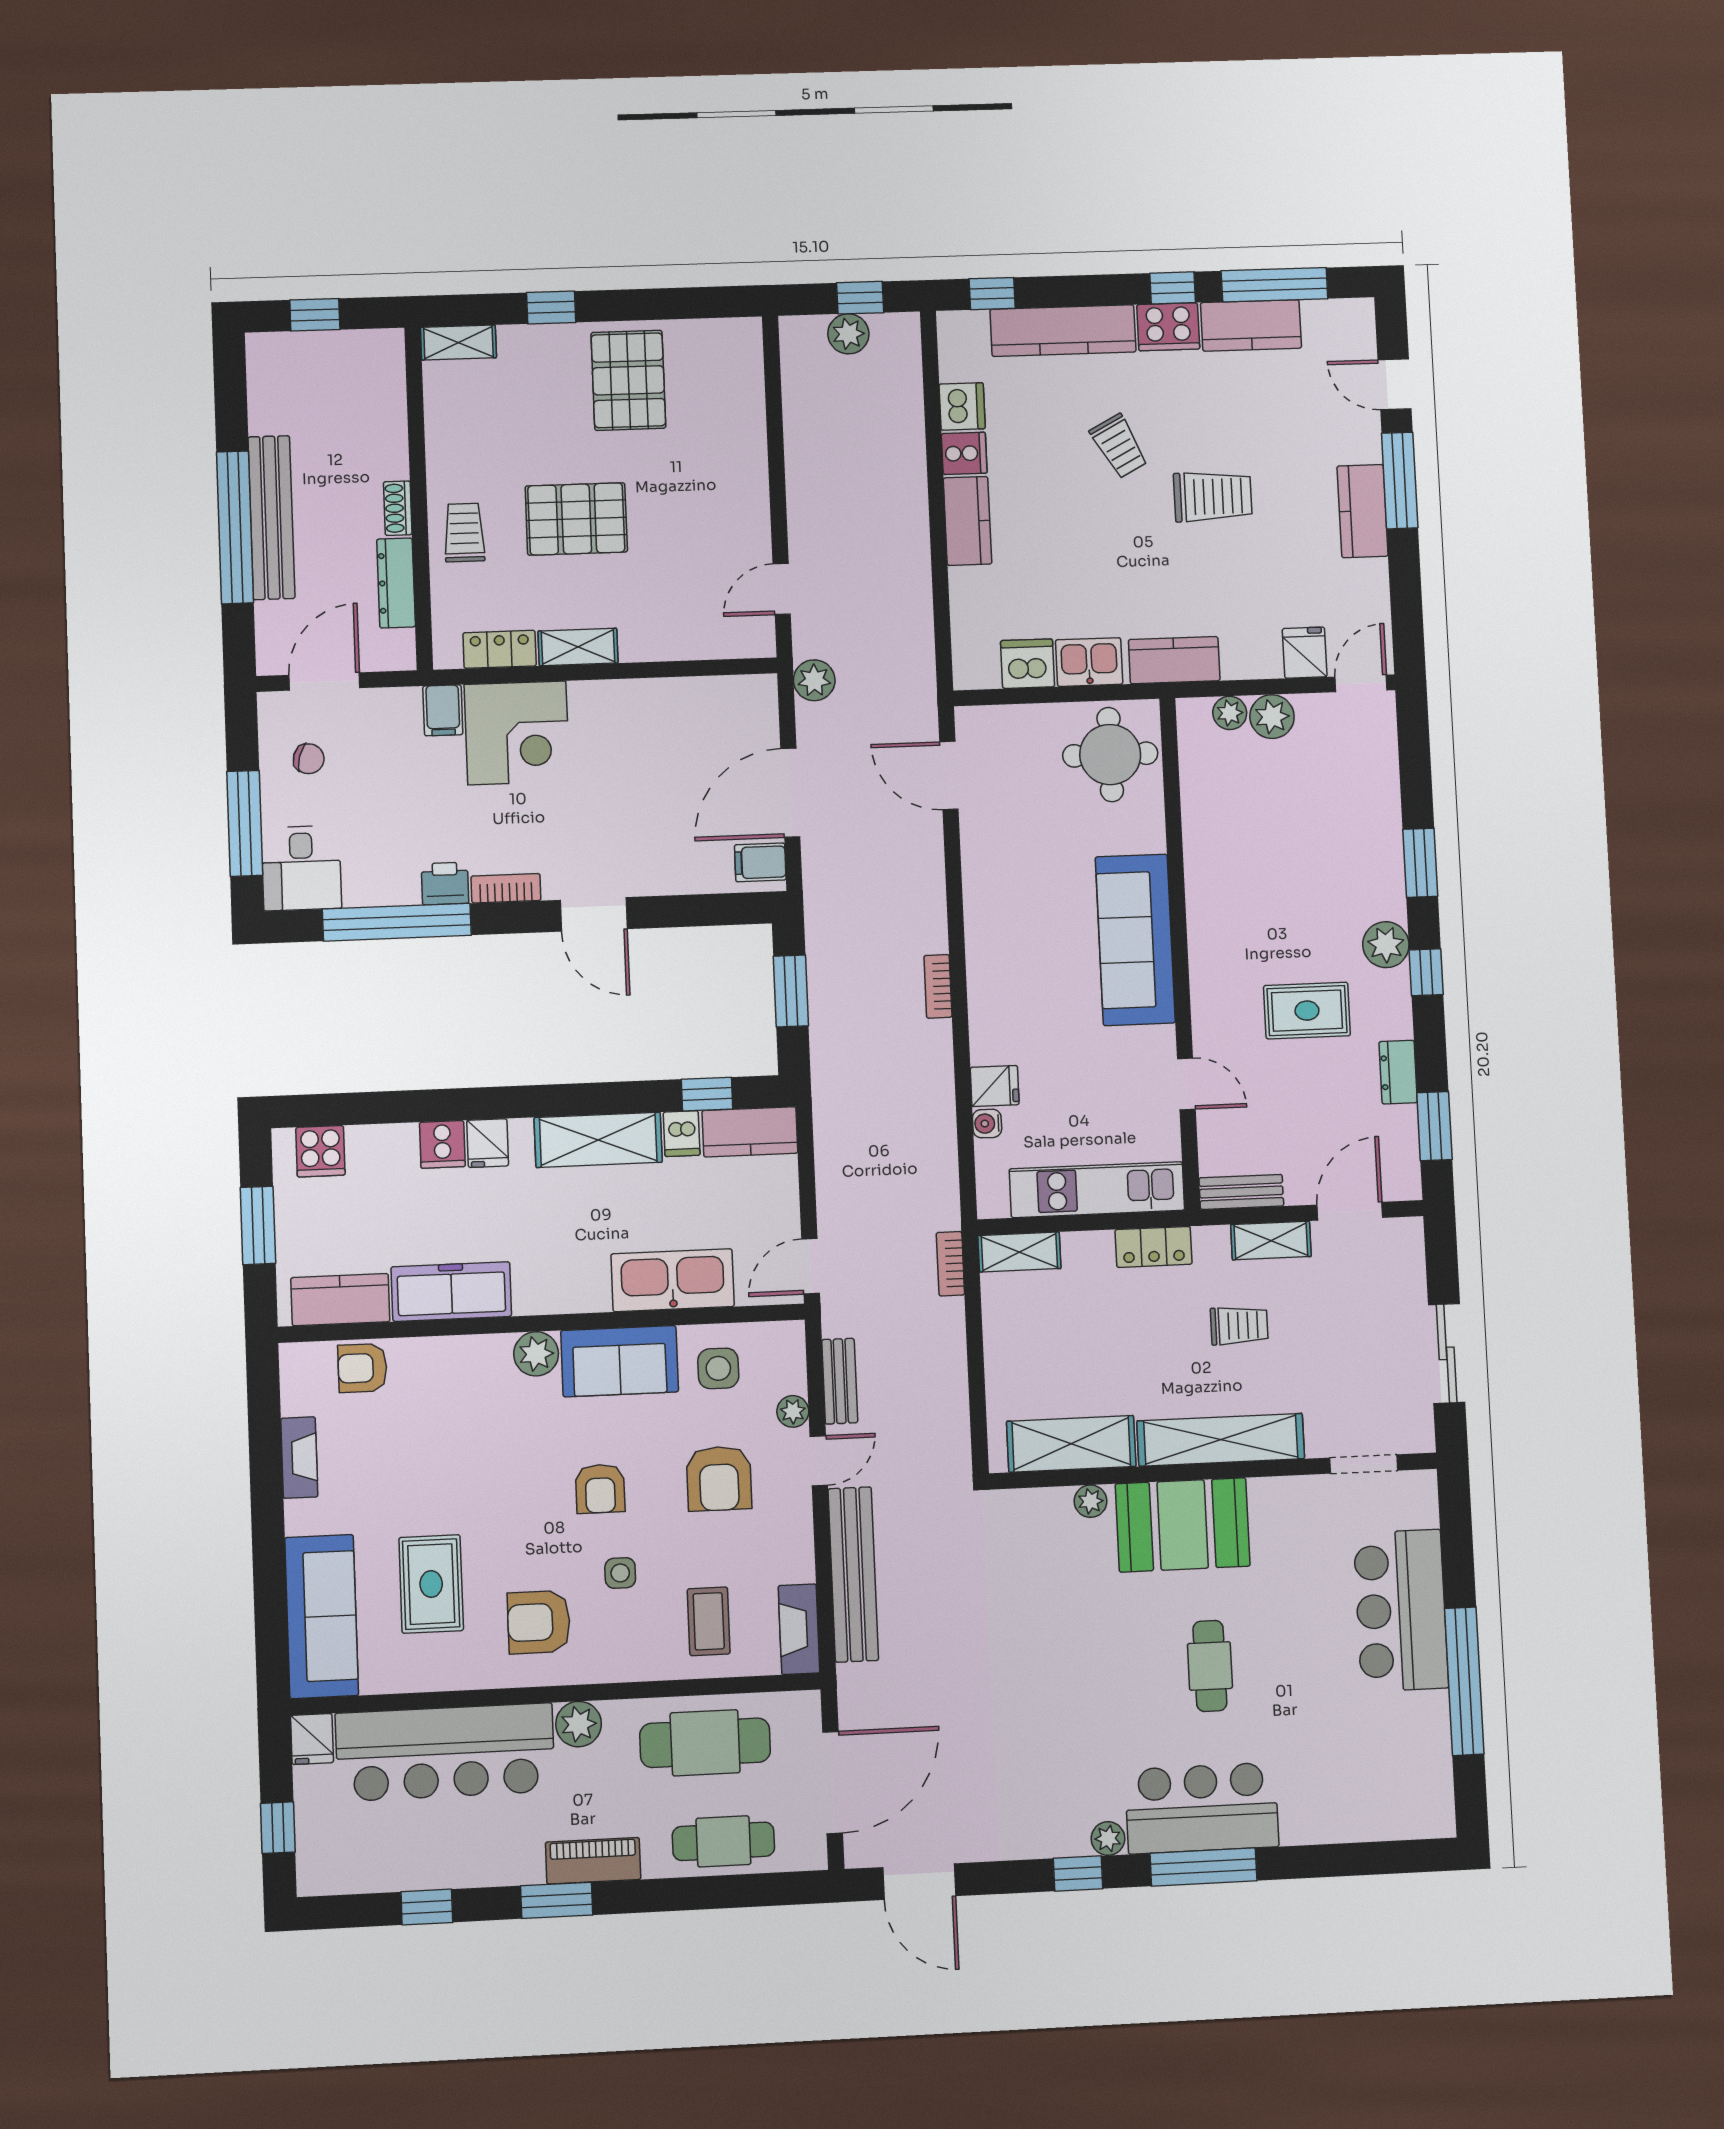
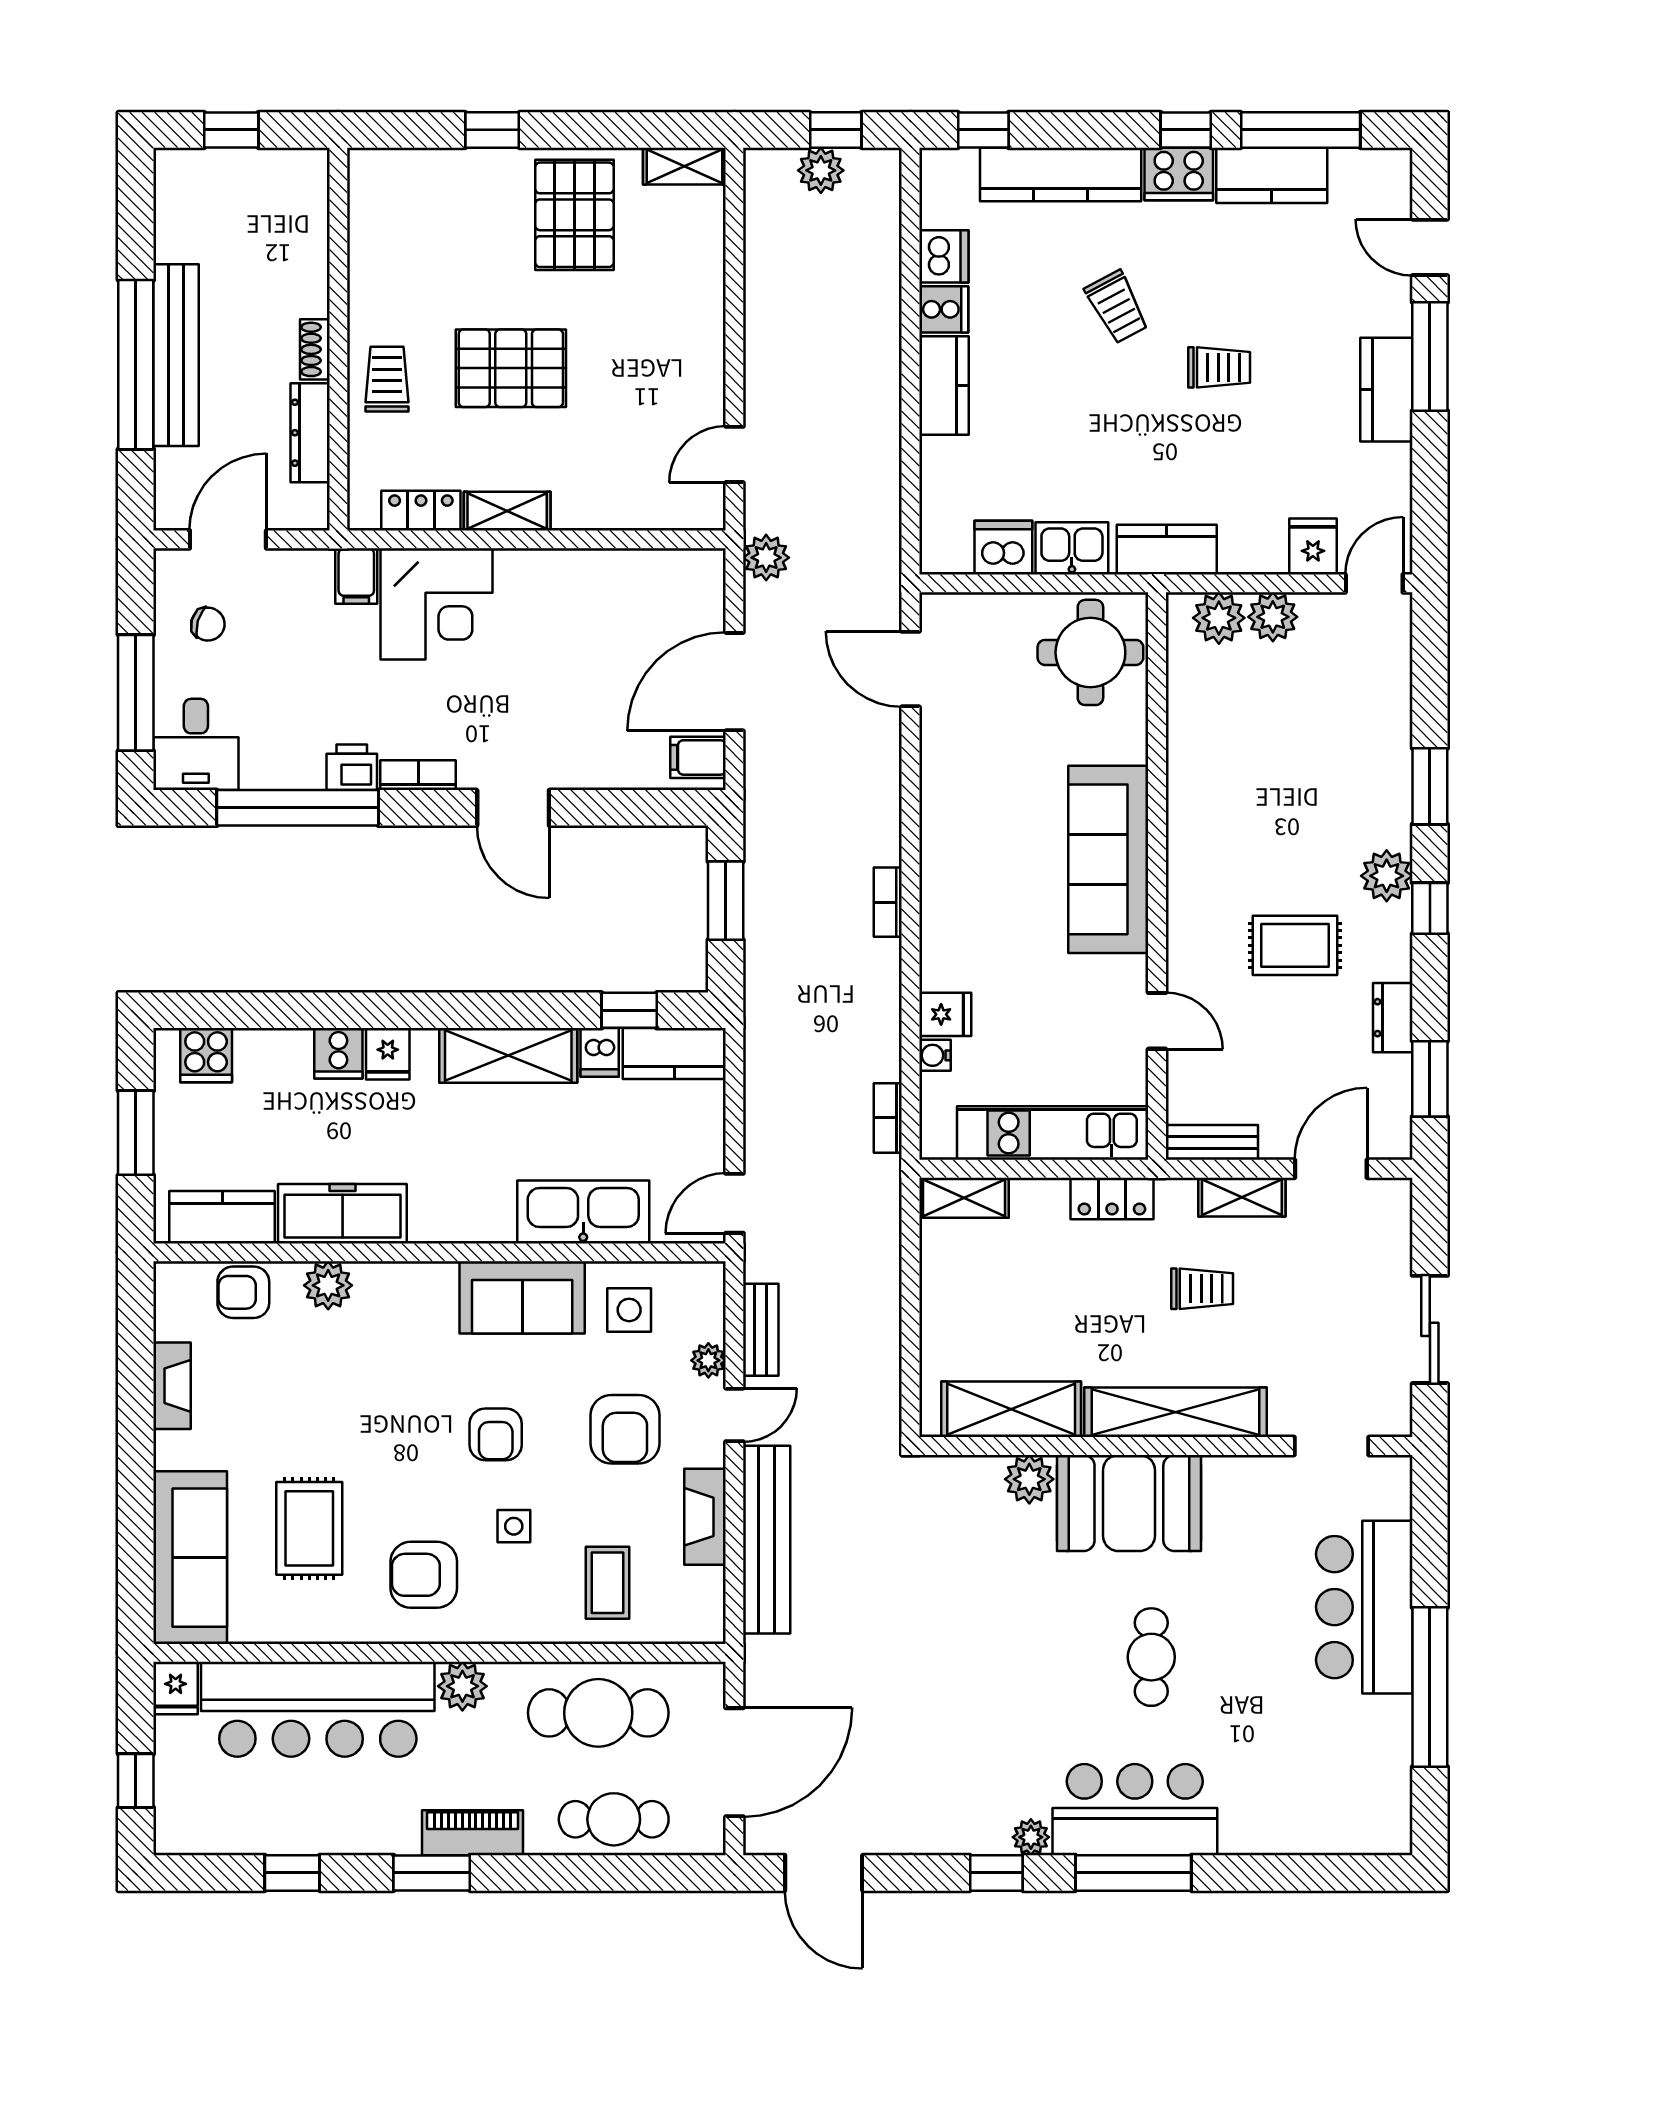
shelving: (458, 342) -> (684, 166), moved
trolley: (1213, 497) -> (1219, 367), width x0.73, depth x0.72
plant: (1230, 713) -> (1219, 618), width x1.38, depth x1.38
bookcase: (950, 1264) -> (888, 1118), moved
plant: (536, 1354) -> (328, 1285), moved
plant: (1091, 1501) -> (1029, 1479), width x1.38, depth x1.38
fireplace: (799, 1629) -> (705, 1517), moved

